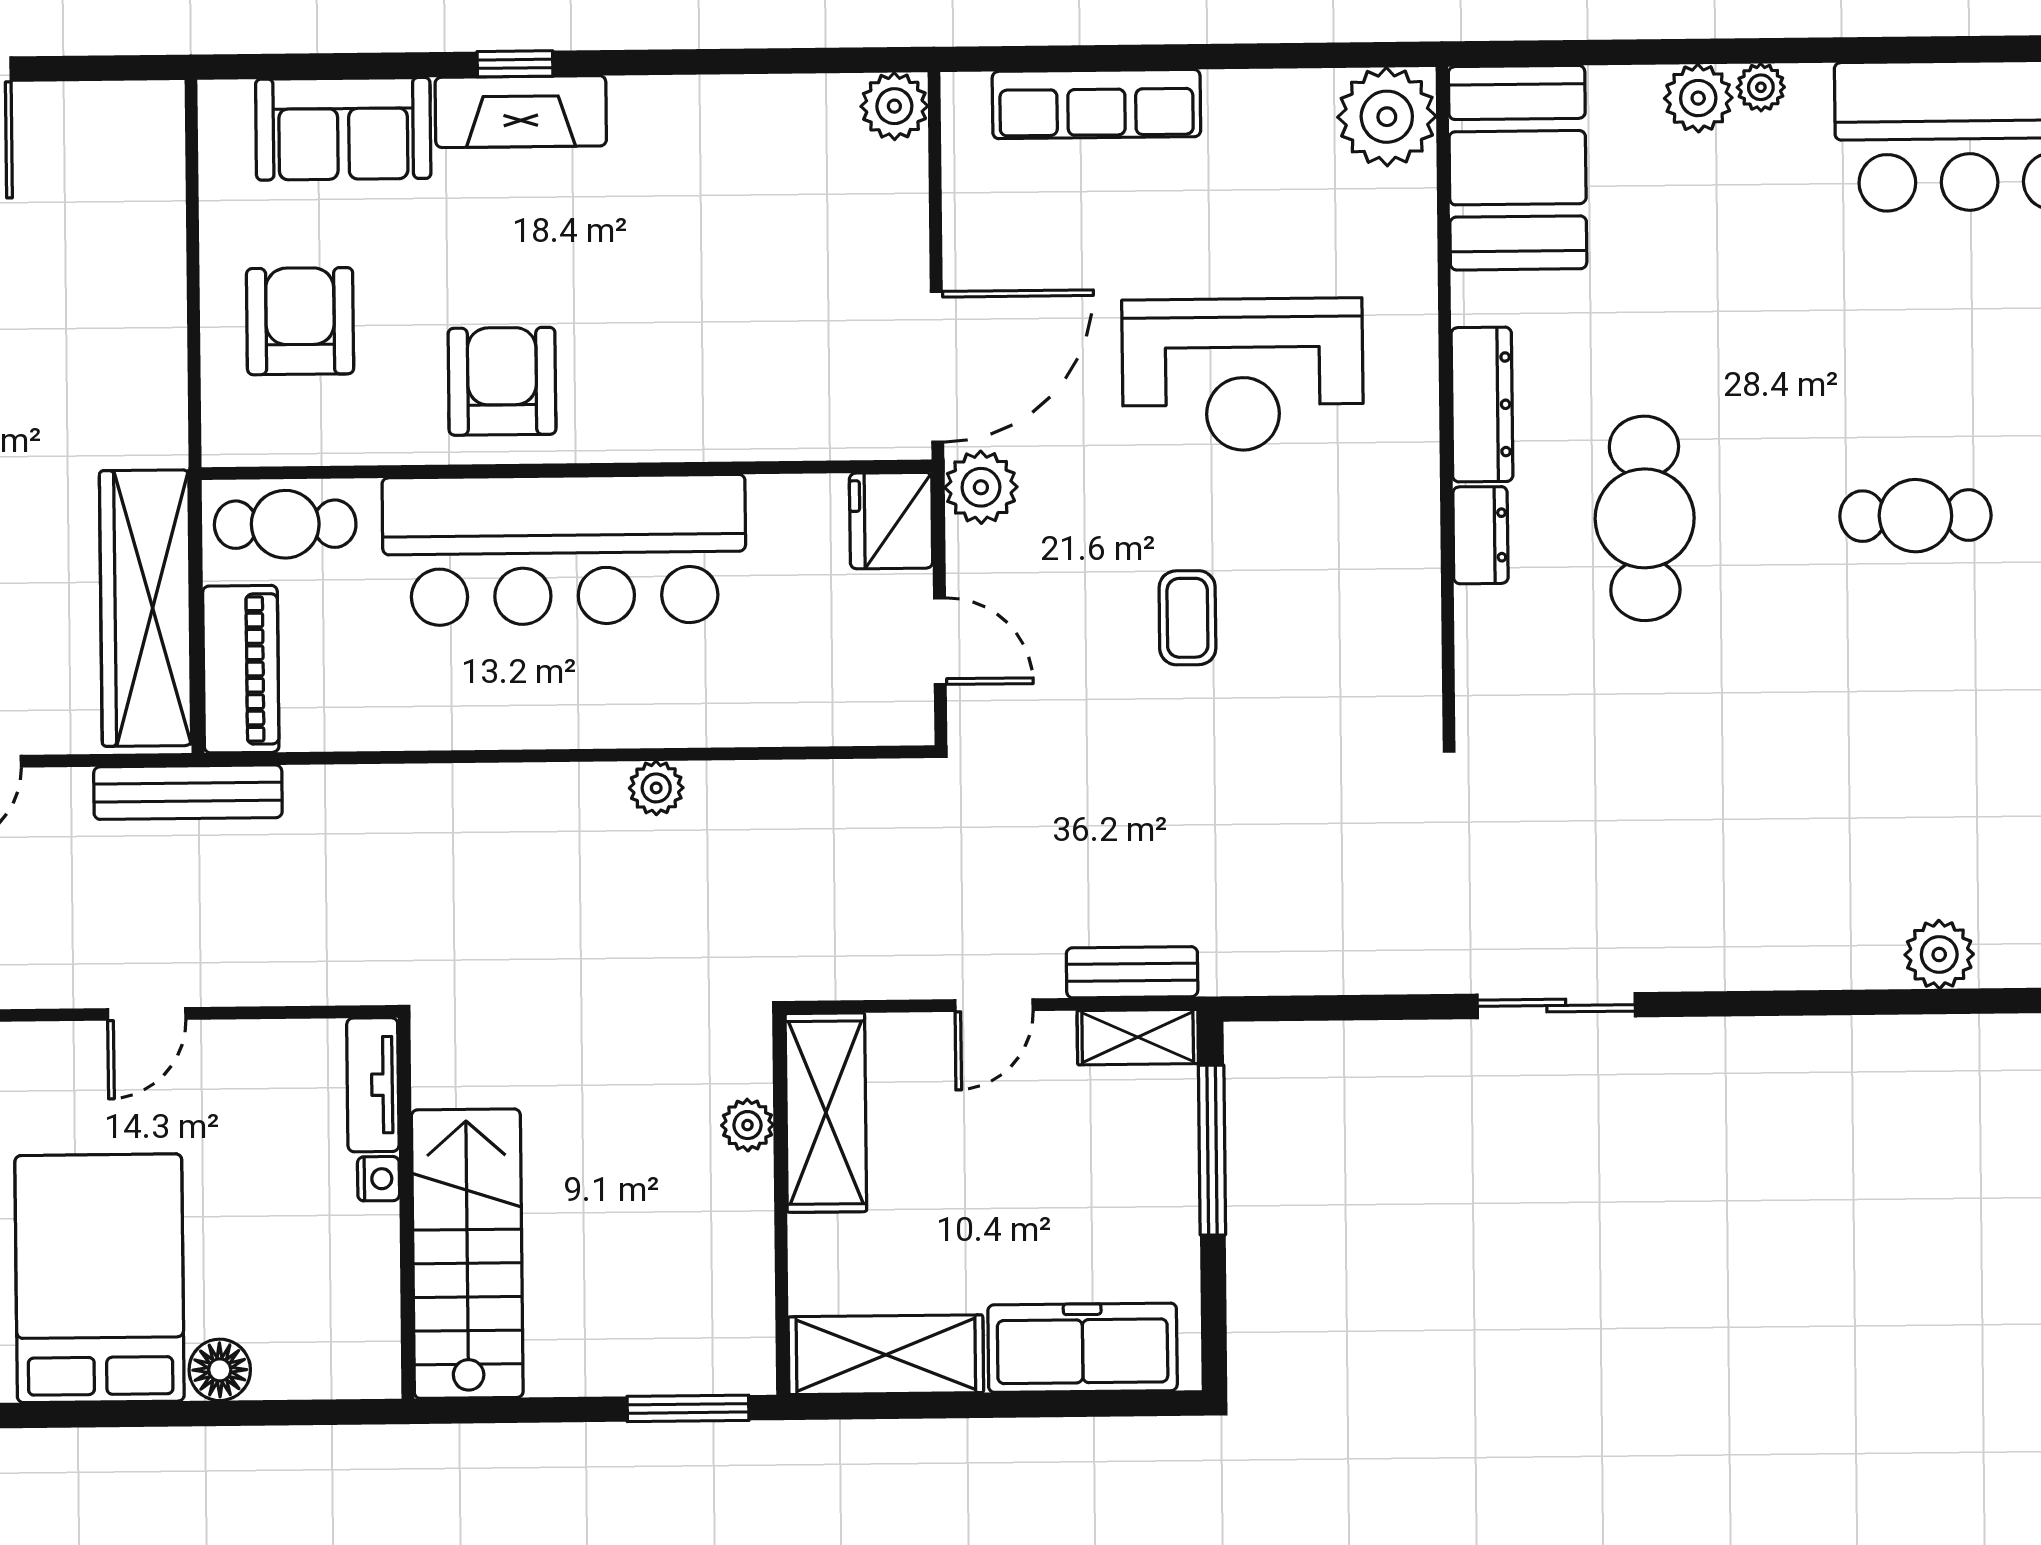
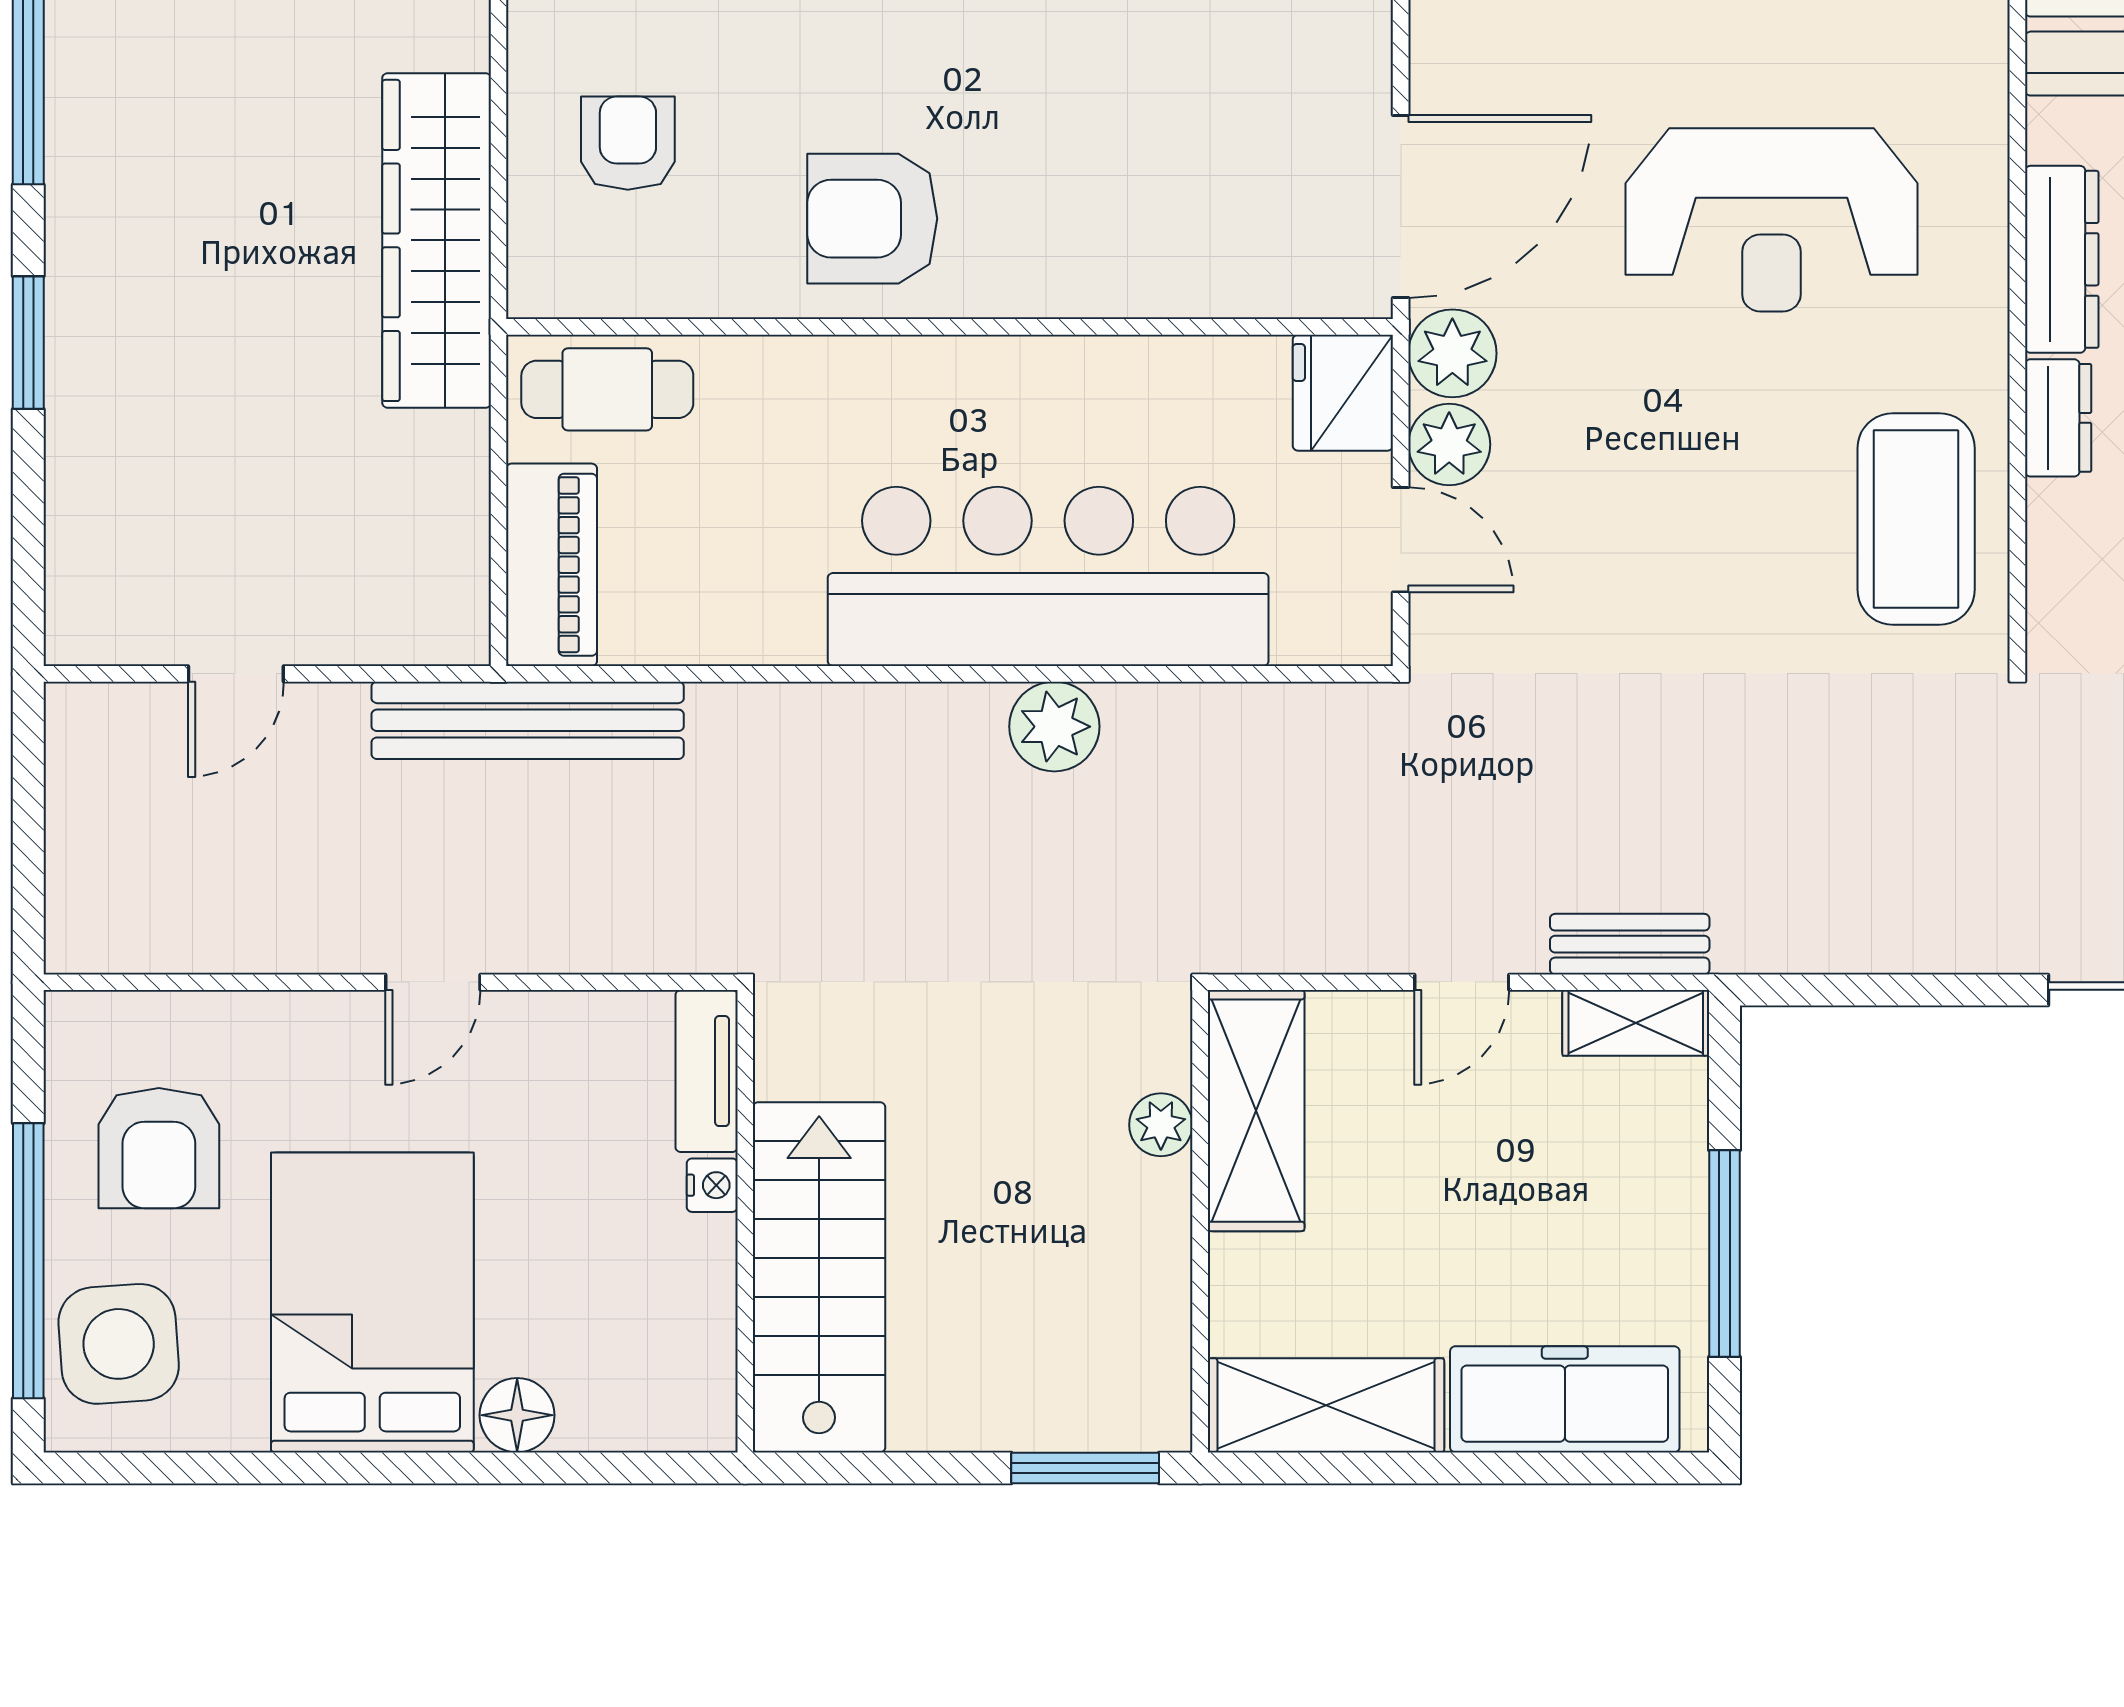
armchair: (300, 321) -> (628, 143), width x0.72, depth x0.72
armchair: (502, 381) -> (872, 219), turned -90
bar counter: (564, 550) -> (1048, 576), moved, turned 180
plant: (979, 562) -> (1449, 444), added
wardrobe: (146, 608) -> (437, 240), moved
coffee table: (1187, 618) -> (1916, 519), moved, width x1.86, depth x1.72
plant: (656, 788) -> (1054, 727), width x1.38, depth x1.38
bench: (188, 792) -> (528, 720), width x1.37, depth x1.21
window: (1212, 1150) -> (1724, 1254), moved

